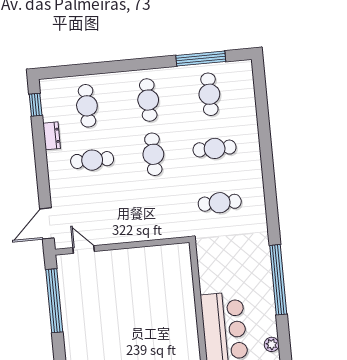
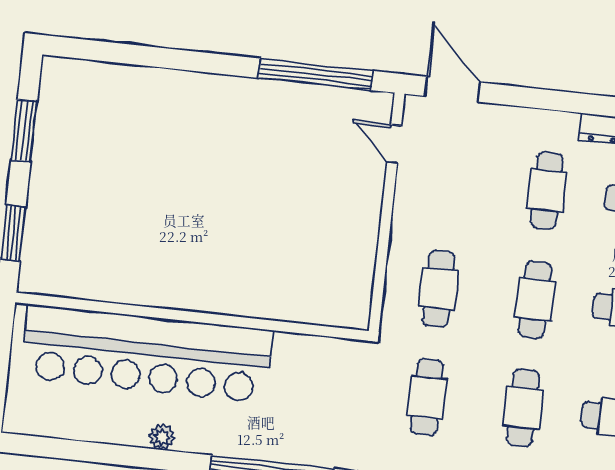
cafe table: (153, 154) -> (535, 299), turned 90
cafe table: (158, 209) -> (439, 289), added
door: (84, 249) -> (394, 144), swing flipped

